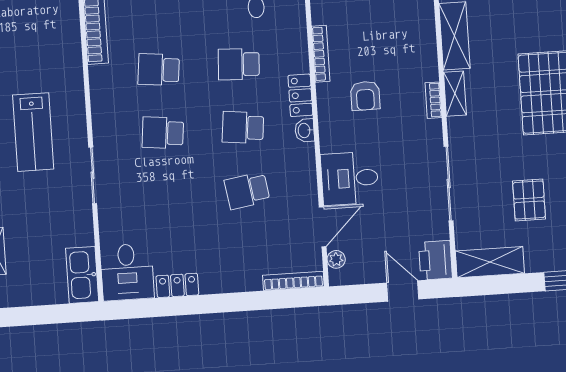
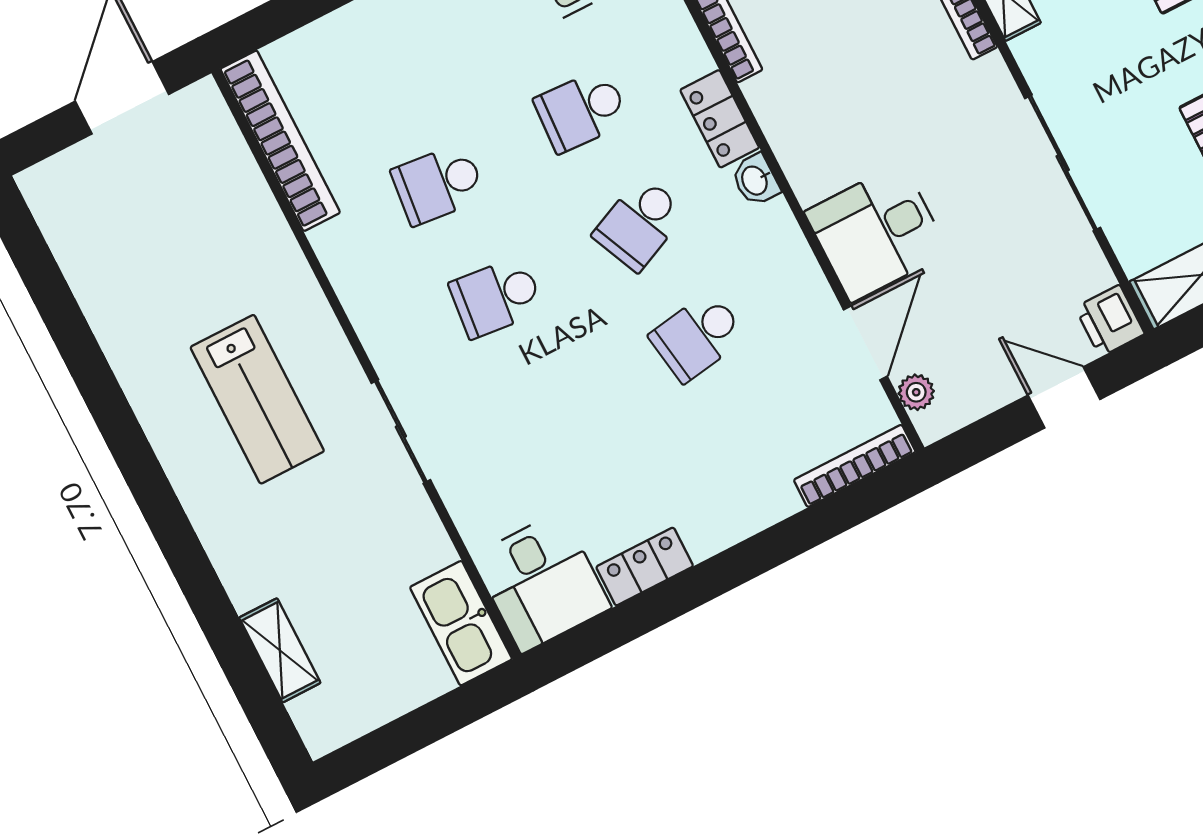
armchair: (365, 96) -> (839, 68), removed
school desk: (243, 127) -> (640, 224), turned -30
printer: (435, 260) -> (1110, 321), width x0.73, depth x0.81

